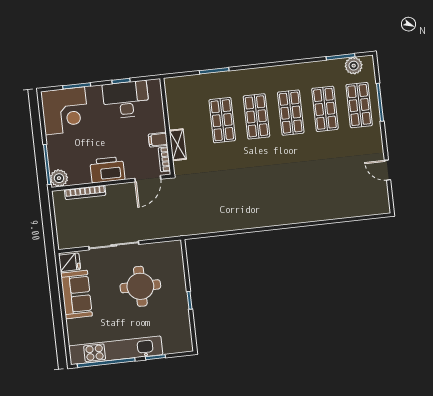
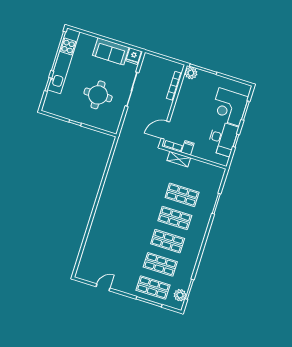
corner desk: (65, 111) -> (229, 107), moved
printer: (107, 170) -> (183, 107), removed
door: (148, 179) -> (165, 130), hinge flipped

